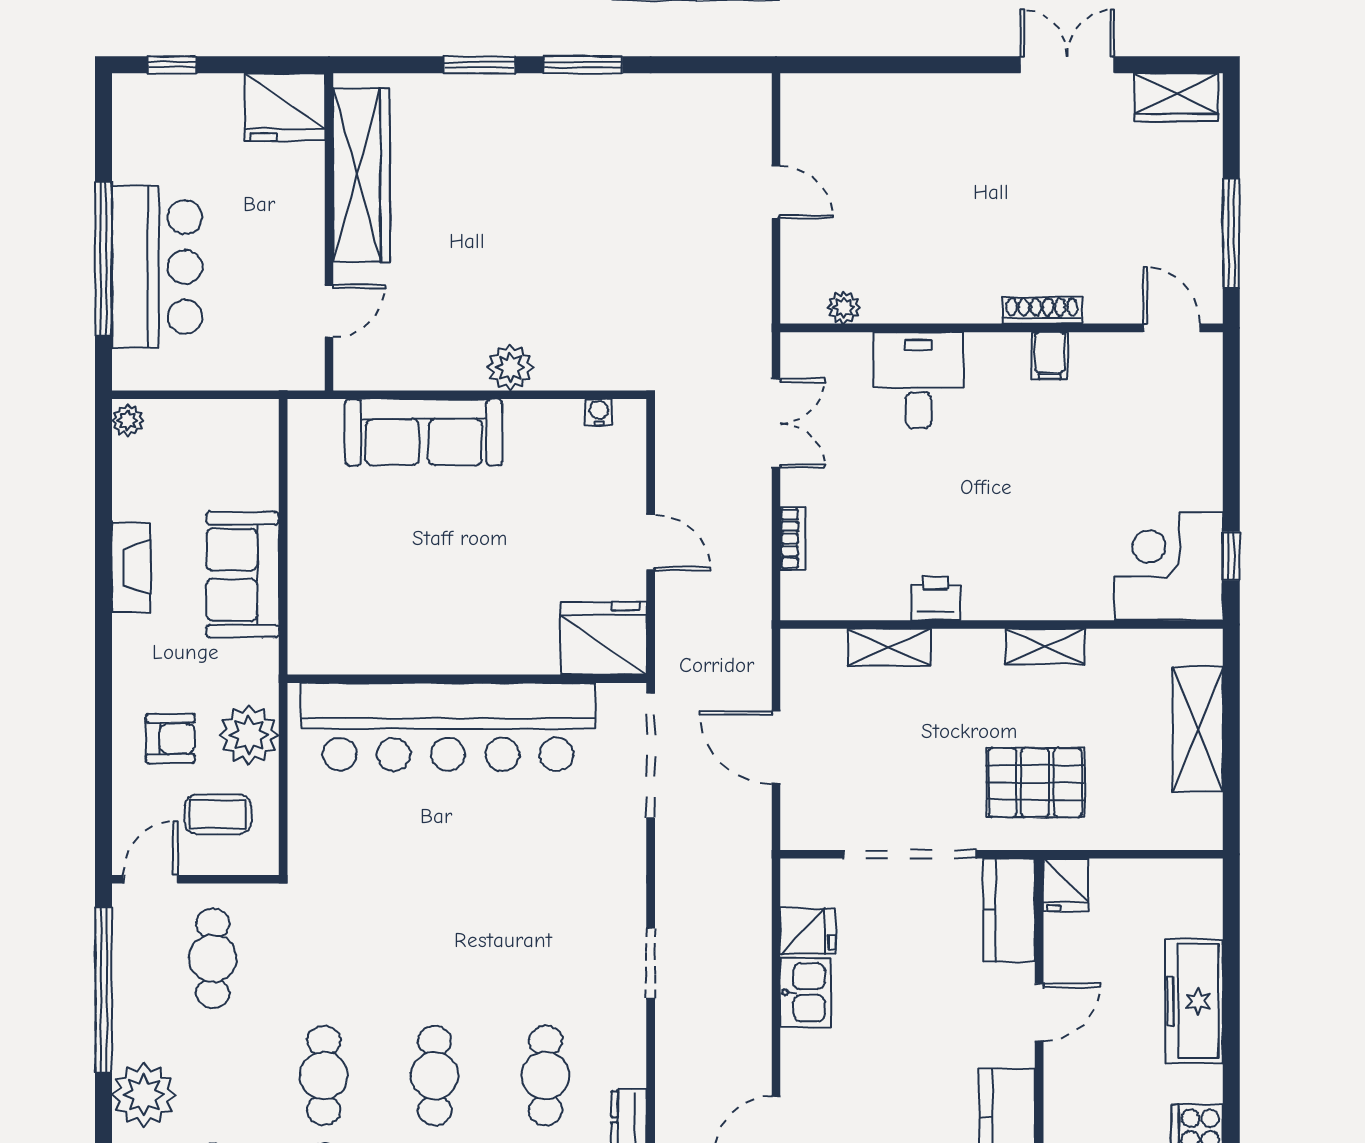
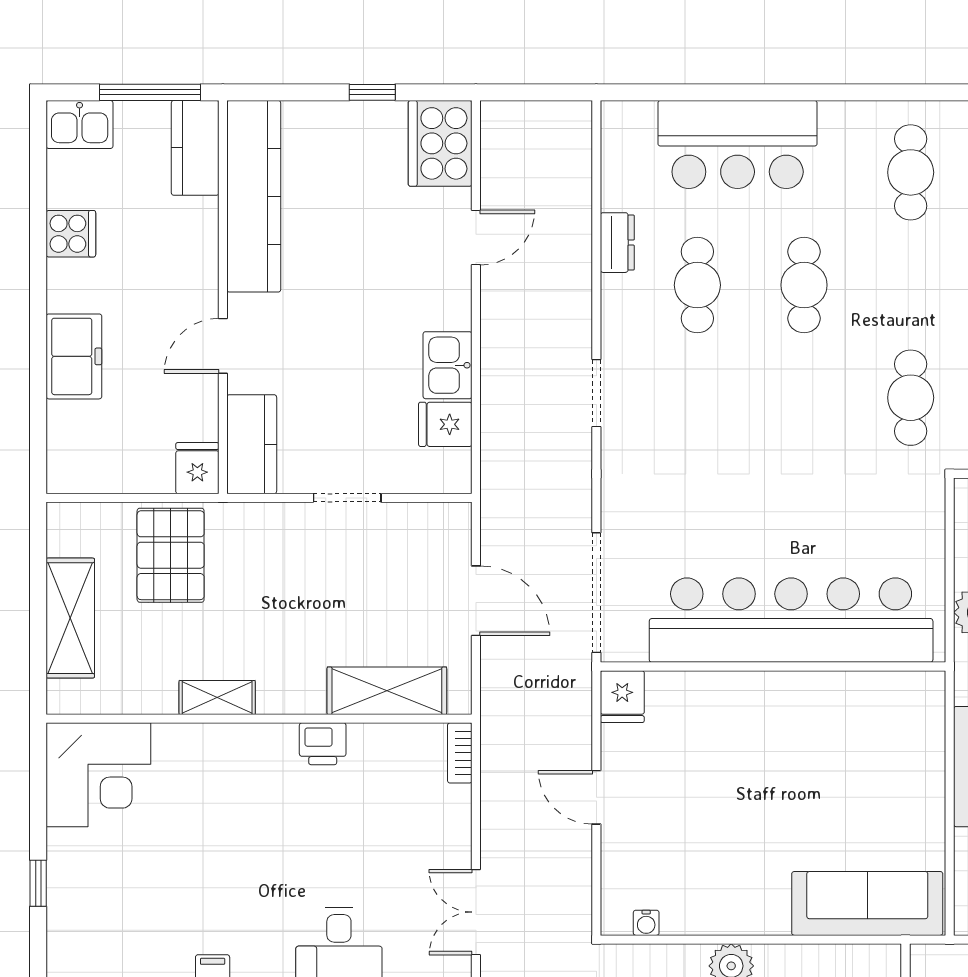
sofa: (424, 432) -> (867, 903), moved
bookcase: (793, 539) -> (460, 753), moved
window: (1231, 556) -> (38, 883), moved
fridge: (604, 638) -> (622, 697), width x0.53, depth x0.75
shelving: (889, 647) -> (387, 691), width x1.50, depth x1.33
pallet: (1035, 783) -> (171, 555), moved, turned 90
doorway: (910, 854) -> (347, 498), width x0.53
freezer: (1194, 1001) -> (74, 356), width x0.71
cafe table: (324, 1076) -> (911, 398), moved

